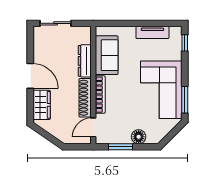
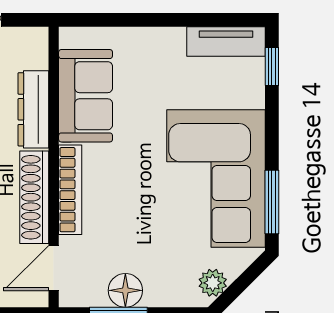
tv unit: (152, 32) -> (226, 42), moved
plant: (160, 134) -> (213, 283), added
floor lamp: (139, 137) -> (125, 290), moved

